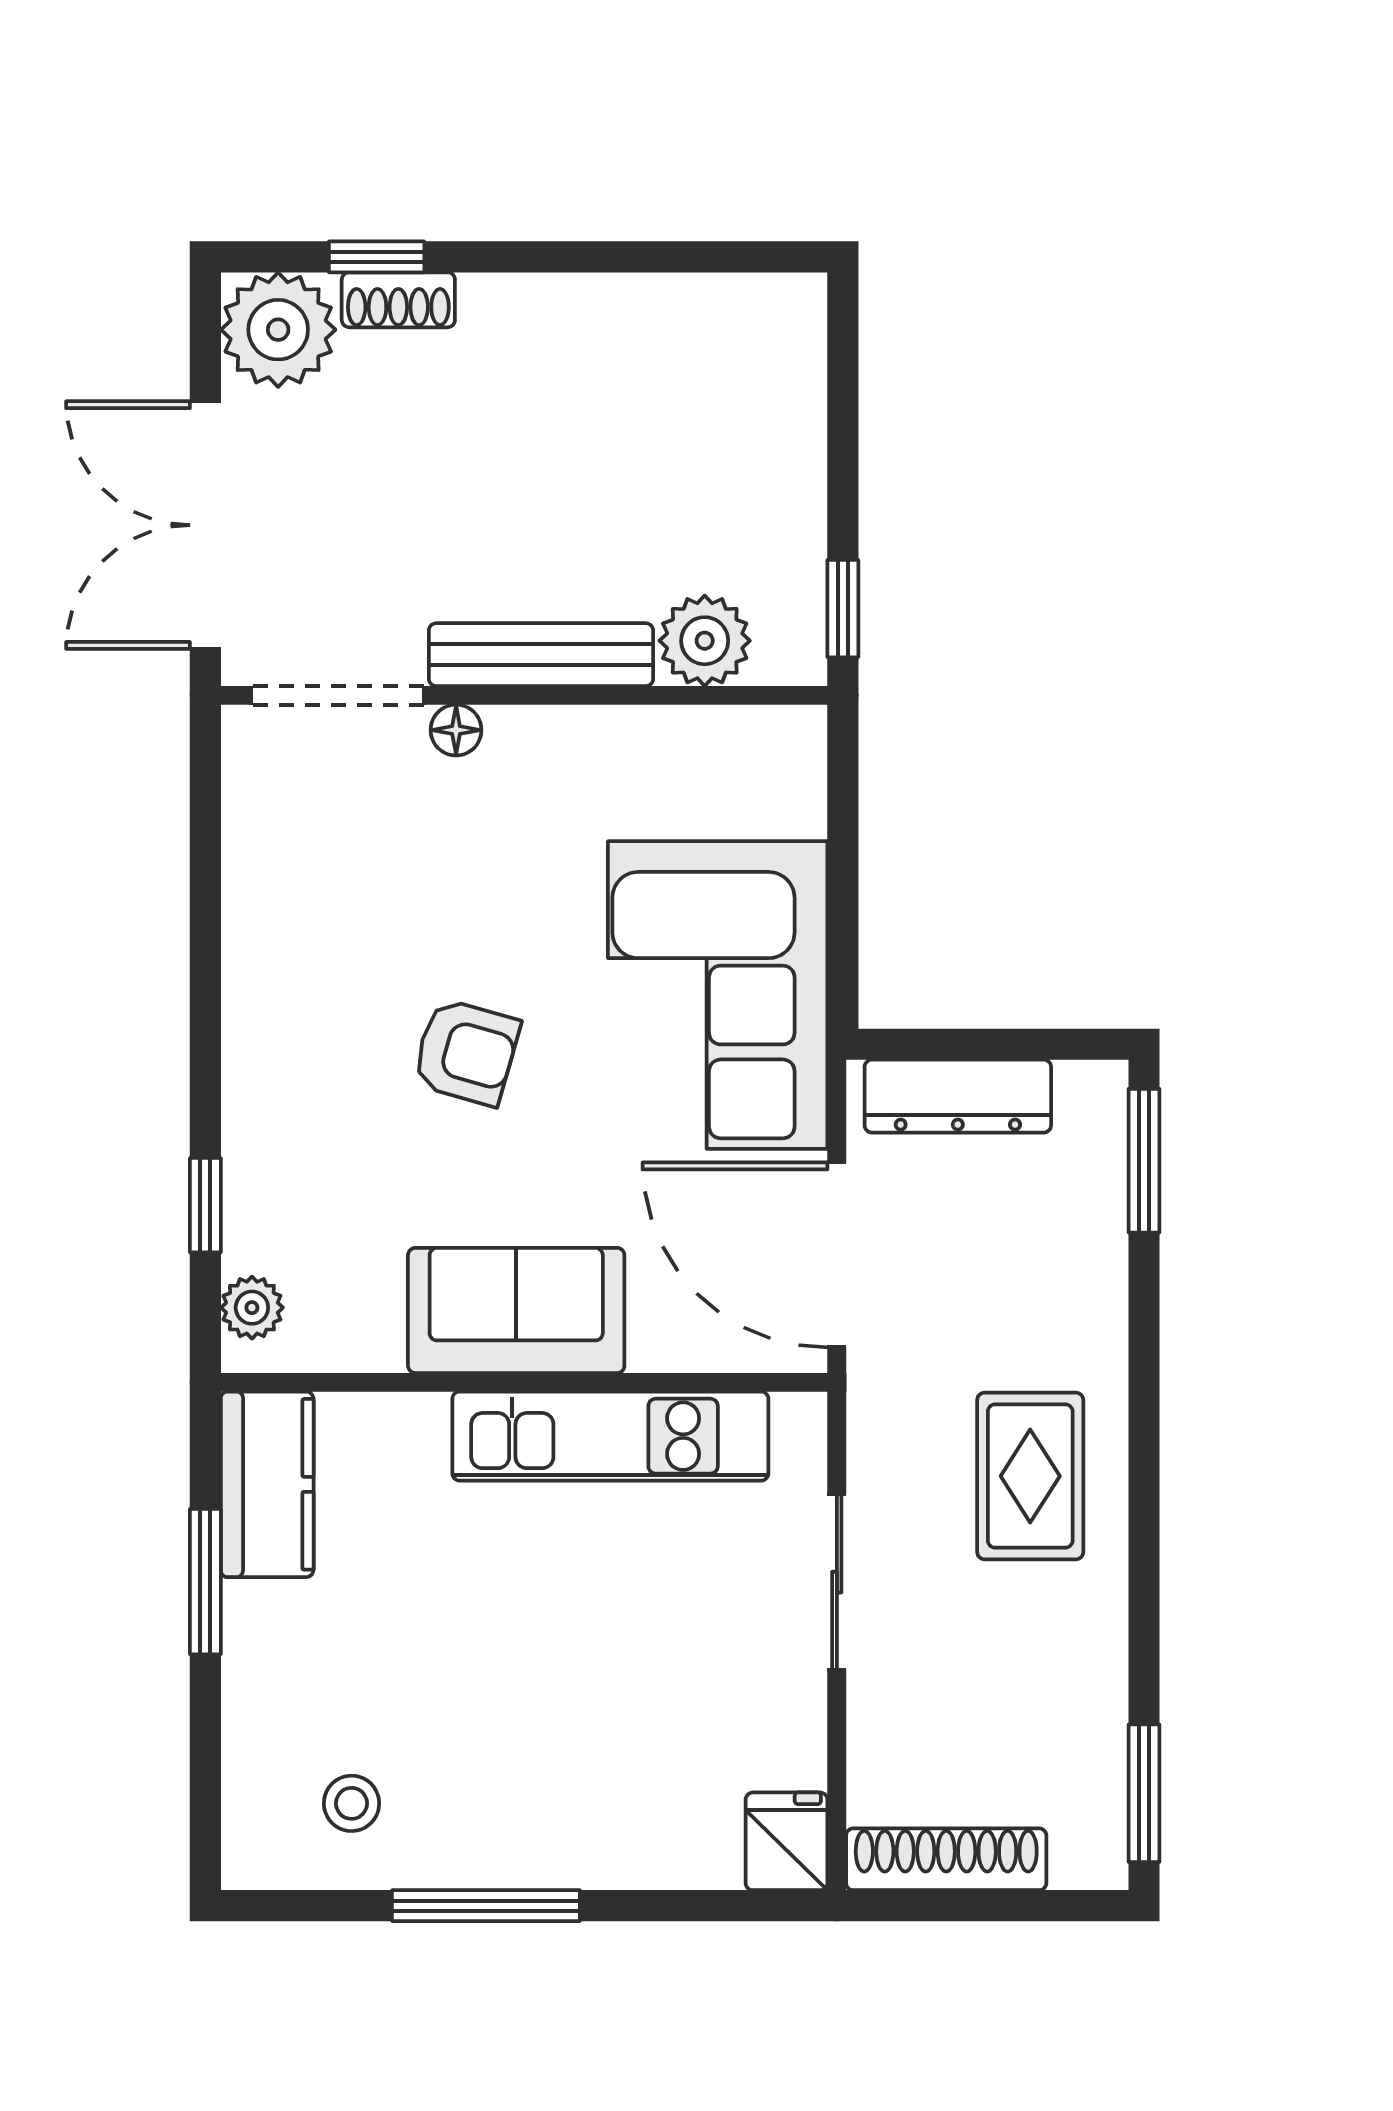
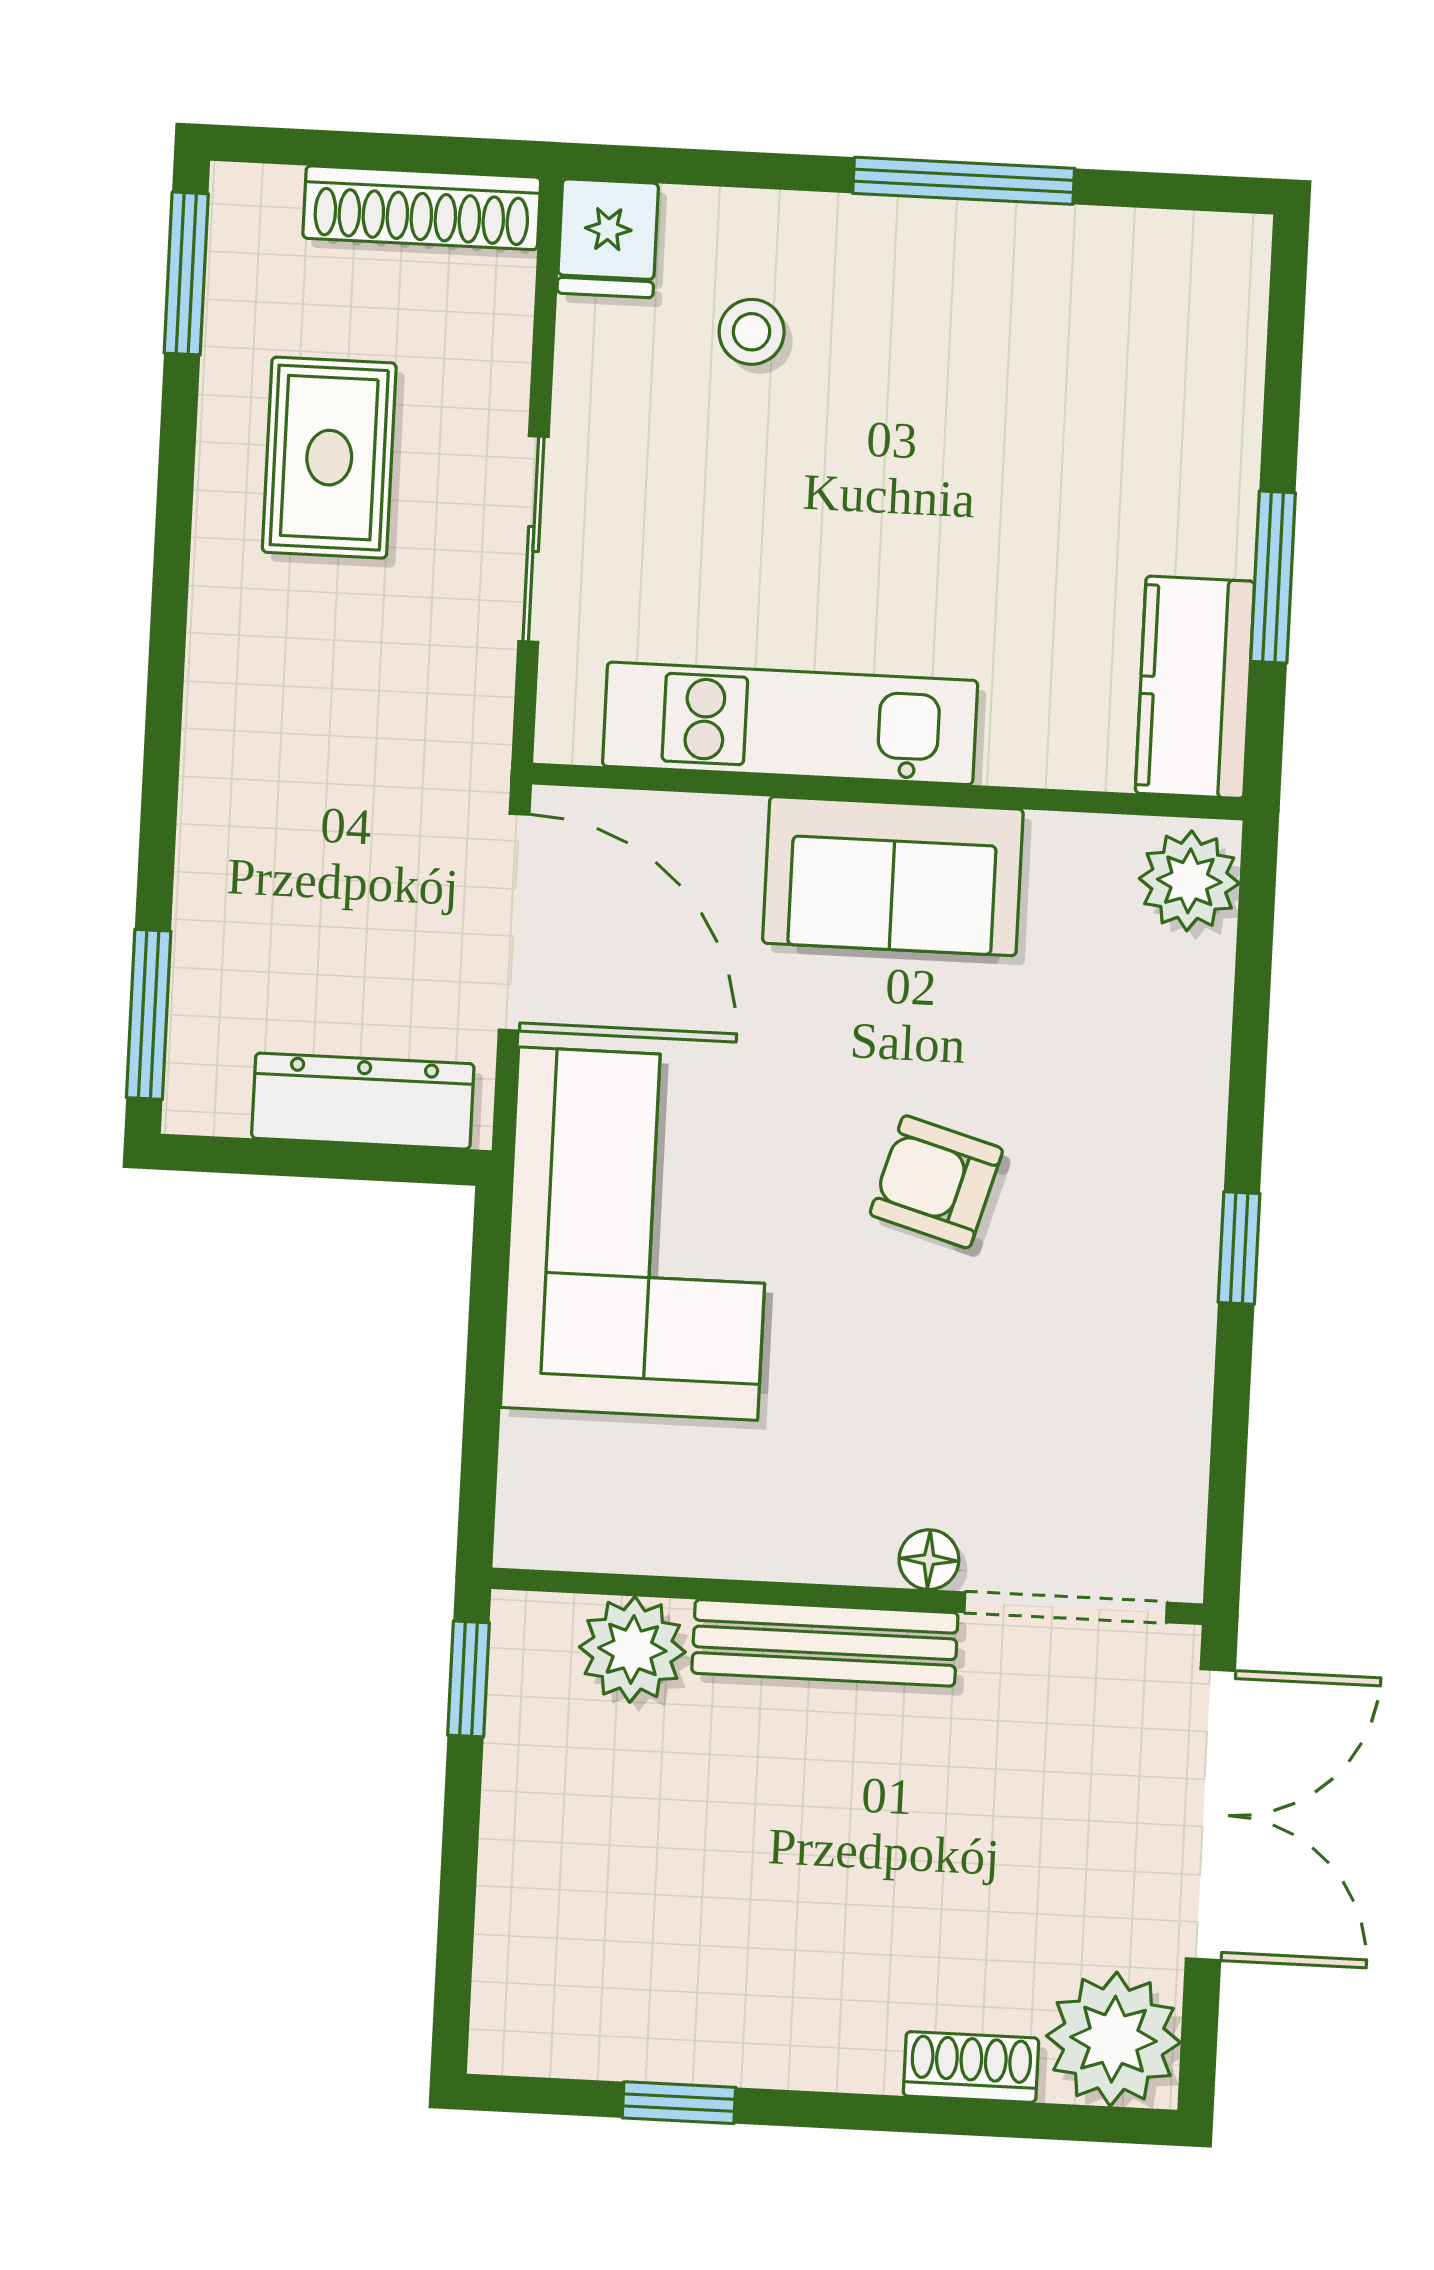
window: (377, 257) -> (679, 2103), moved
window: (205, 1205) -> (1239, 1248), moved
plant: (252, 1308) -> (1189, 881), width x1.38, depth x1.38
rug: (1030, 1476) -> (329, 458), moved
stool: (352, 1803) -> (752, 332), moved

